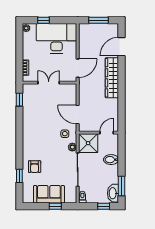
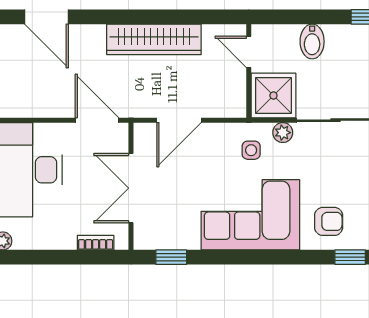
wardrobe: (112, 78) -> (154, 39), moved
double door: (49, 83) -> (131, 188), width x1.37
door: (78, 115) -> (179, 120), moved
corner sofa: (37, 133) -> (250, 215), added

